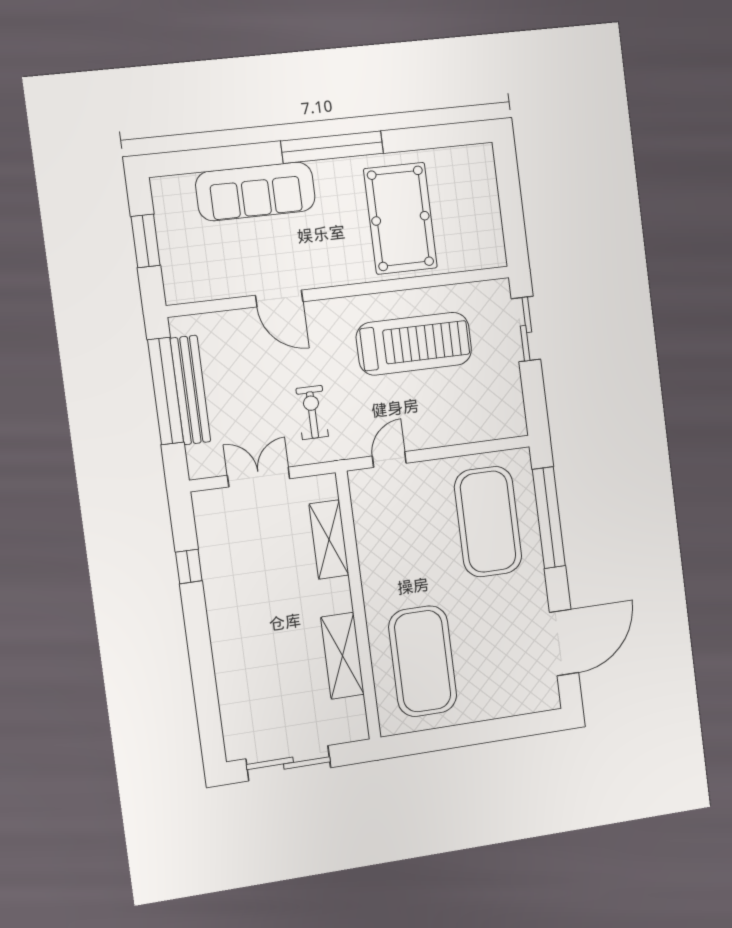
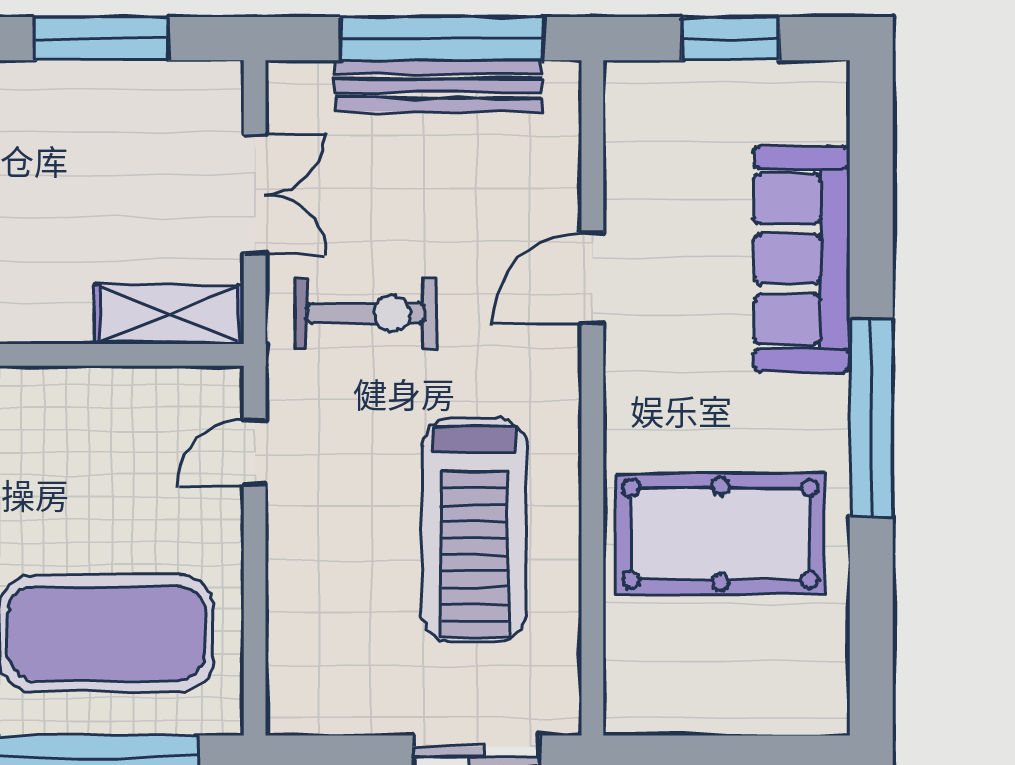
exercise bike: (312, 412) -> (366, 313), width x1.38, depth x1.39
door: (389, 460) -> (255, 452), swing flipped
shelving: (329, 539) -> (169, 314), moved
window: (189, 566) -> (101, 39), width x2.17

